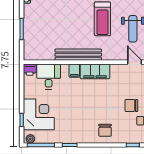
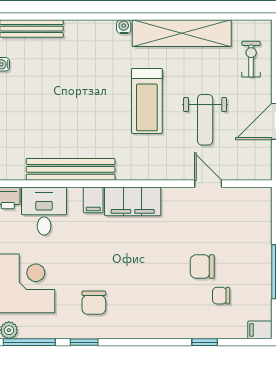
bench: (78, 55) -> (71, 169), moved
chair: (105, 130) -> (94, 303), moved

